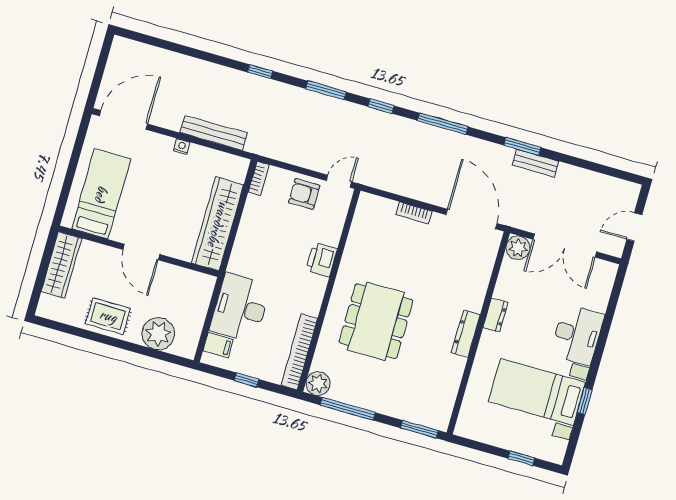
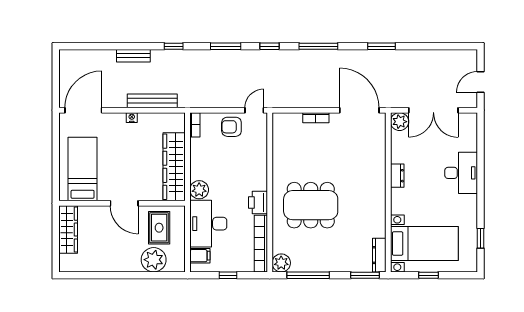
bench: (535, 163) -> (133, 56), moved
printer: (322, 260) -> (258, 202), moved
plant: (241, 262) -> (199, 190), added
rug: (108, 316) -> (159, 228), moved, turned 90
dining table: (376, 321) -> (311, 205), turned 90
dresser: (466, 334) -> (379, 255), moved
bed with nightstands: (537, 392) -> (424, 243), moved, turned 180
window: (585, 401) -> (481, 238), moved
window: (522, 458) -> (429, 275), moved

